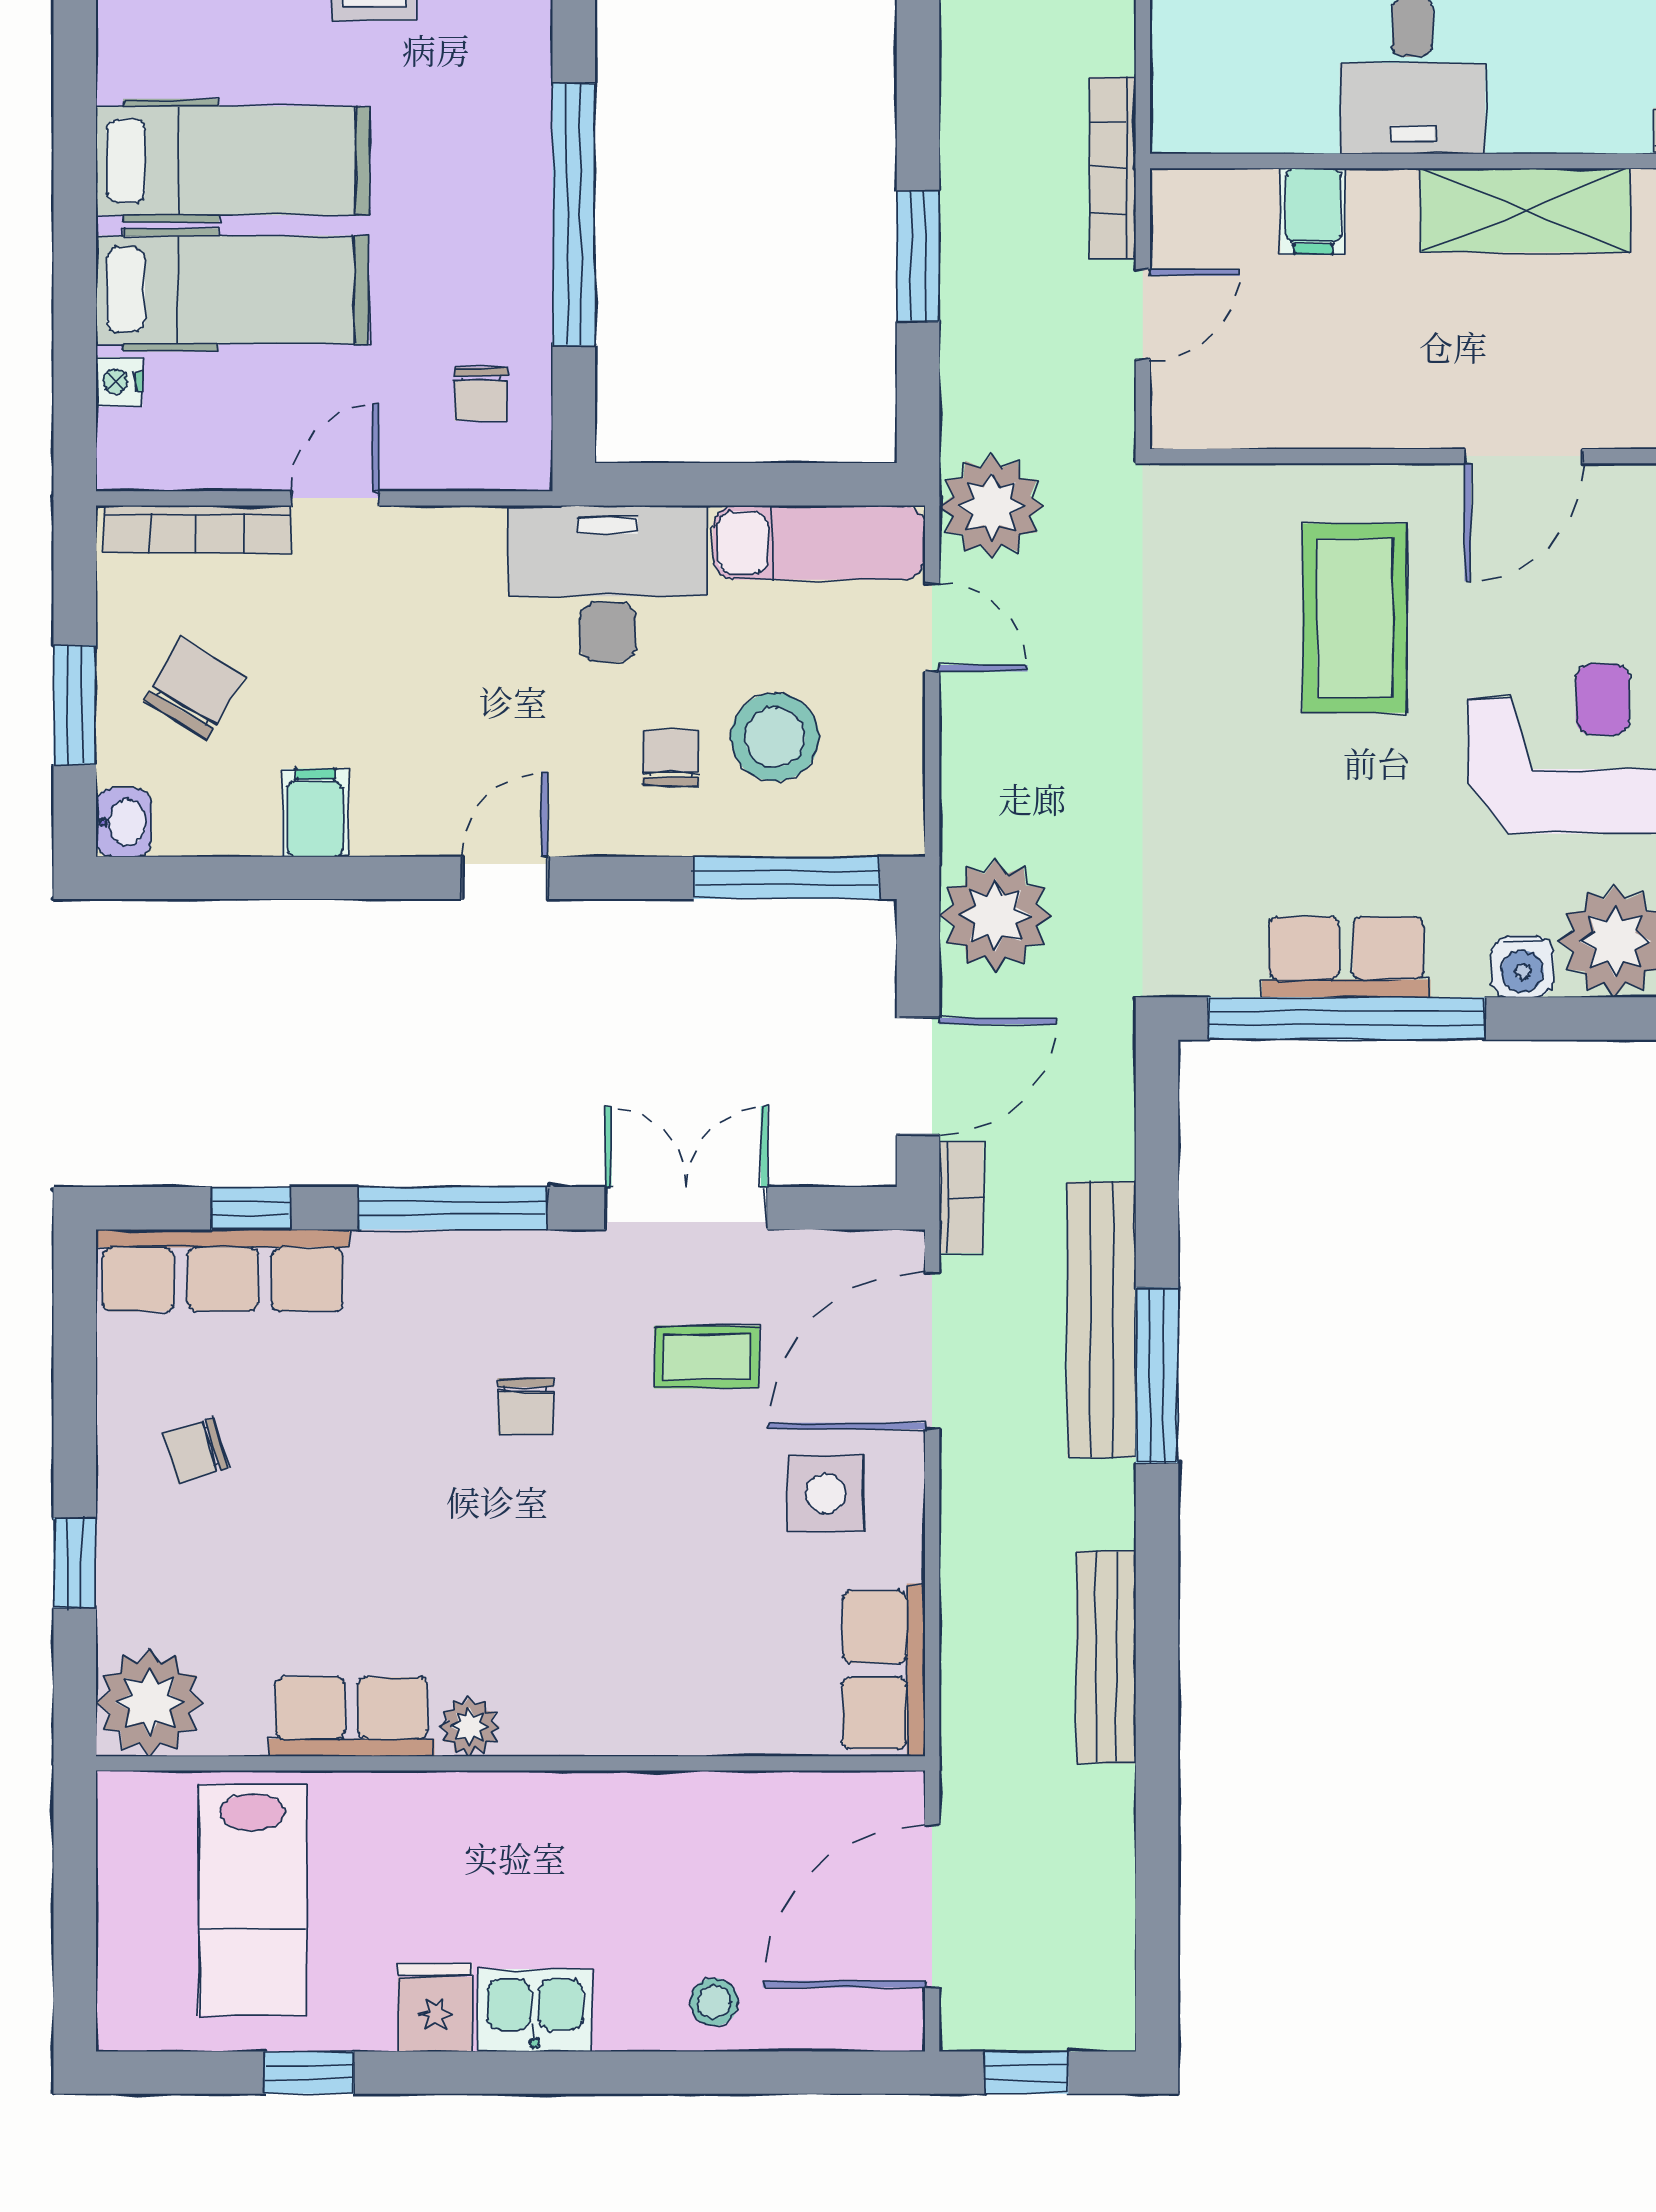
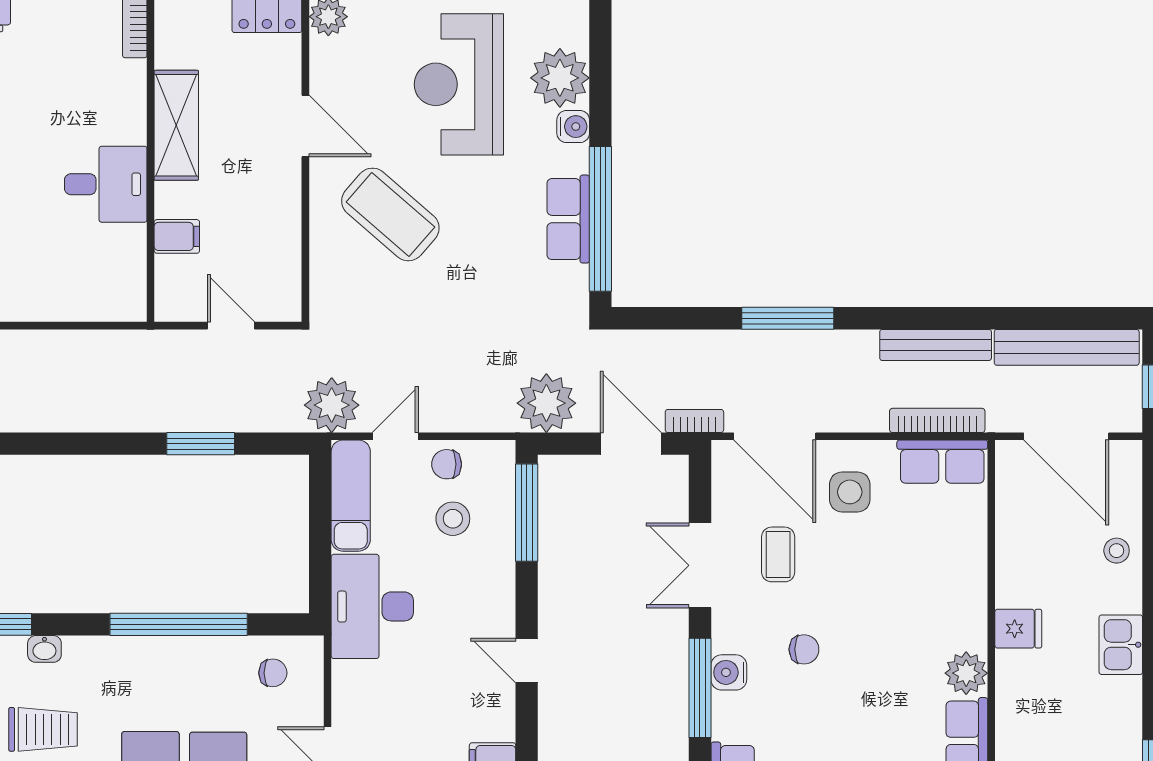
bookcase: (1113, 167) -> (937, 420), moved, turned 180
coffee table: (1355, 618) -> (390, 214), turned 41
stool: (775, 737) -> (453, 519), width x0.73, depth x0.73
chair: (671, 758) -> (447, 464), moved
water cooler: (482, 1263) -> (729, 672), added
bench: (1102, 1320) -> (1067, 347), moved
plant: (470, 1727) -> (966, 673), width x1.38, depth x1.38
fridge: (435, 2007) -> (1018, 629), moved, turned 180

